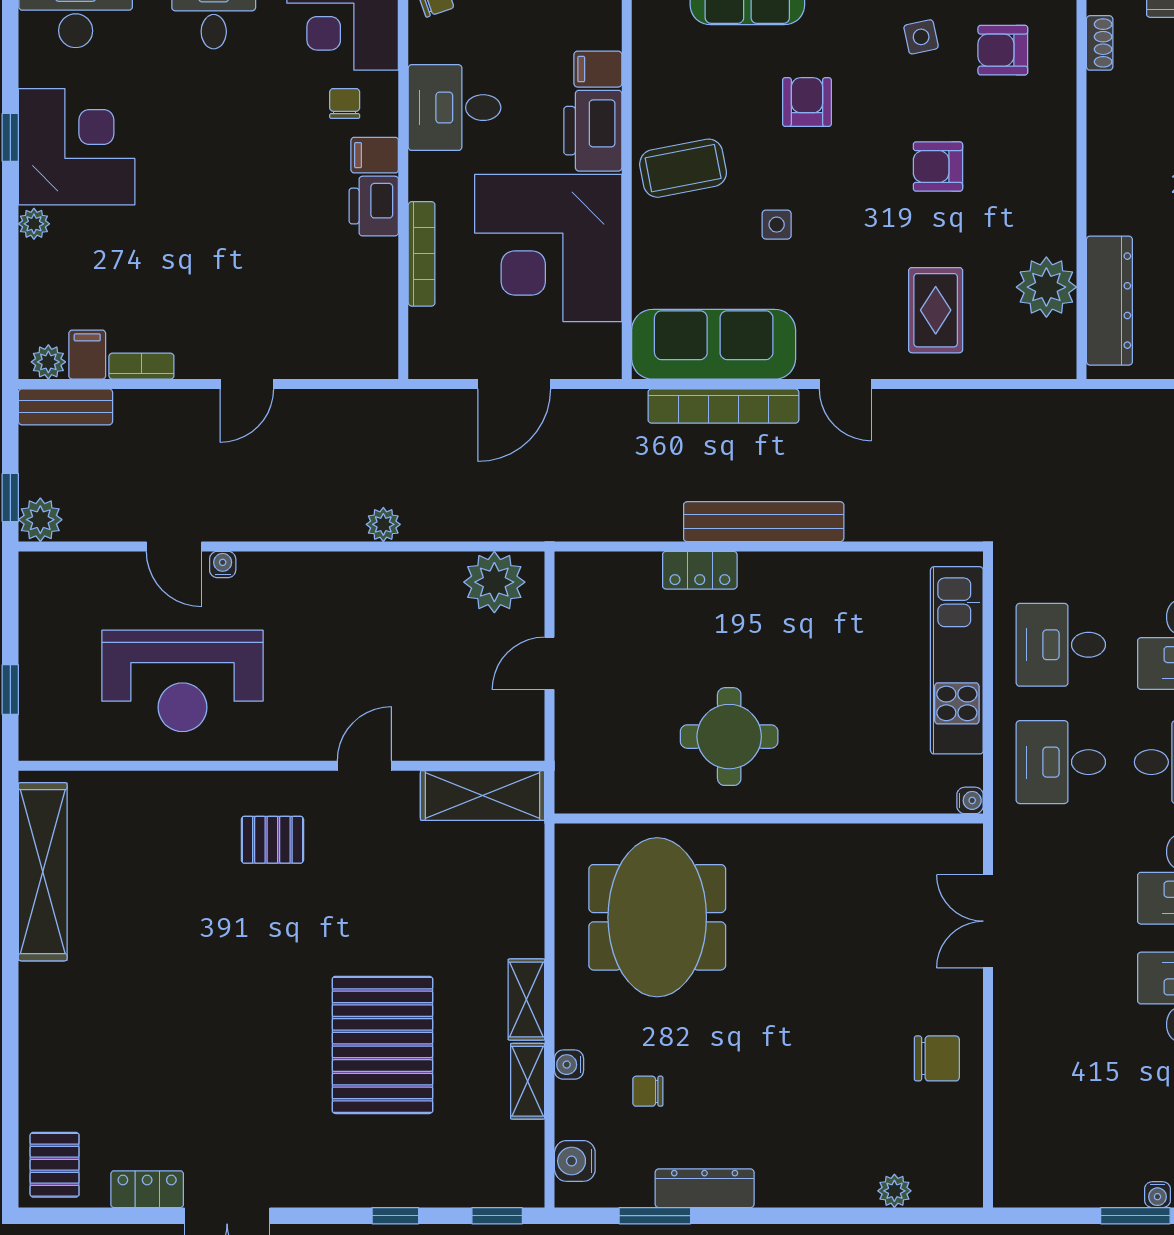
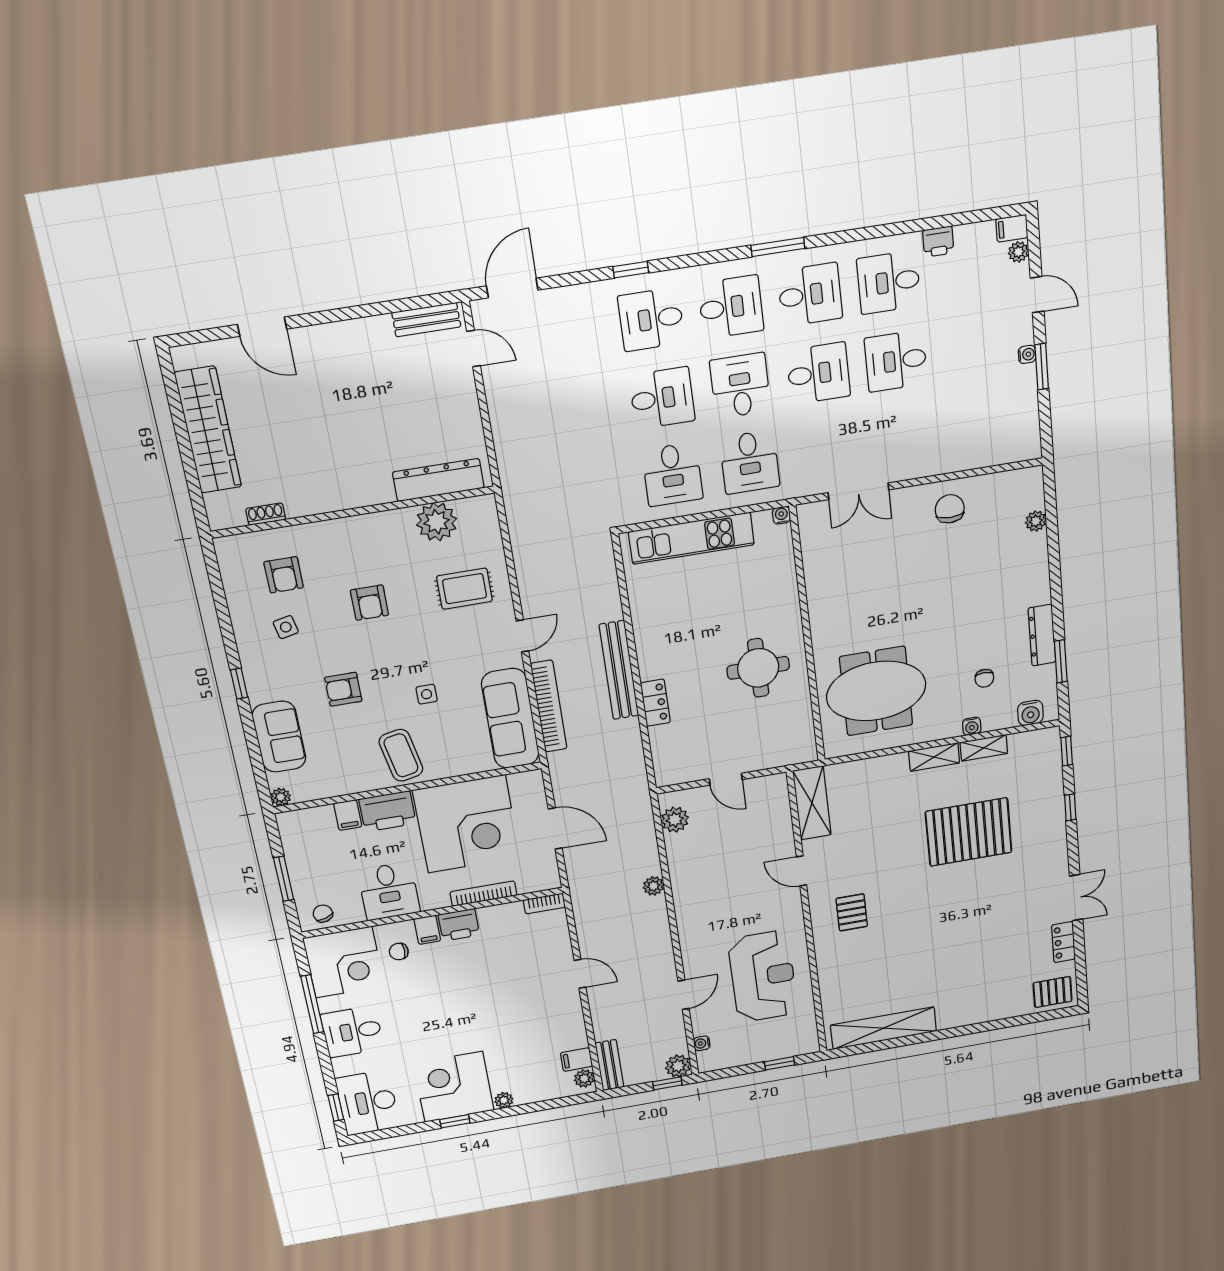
bookcase: (141, 366) -> (544, 904), moved, turned -90
water cooler: (223, 564) -> (702, 1043), moved
plant: (494, 582) -> (675, 820), width x0.73, depth x0.73

